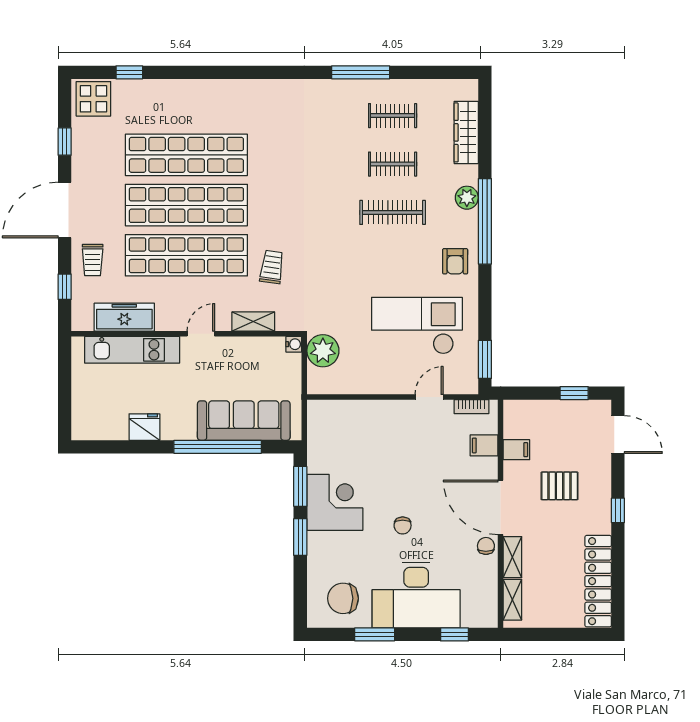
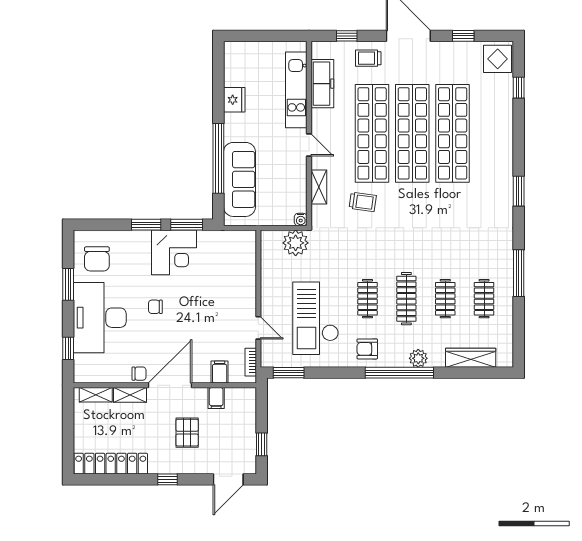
window: (258, 72) -> (519, 191), added
clothes rail: (393, 261) -> (368, 299), added
checkout: (417, 326) -> (316, 318), turned 180
chair: (343, 598) -> (97, 259), turned 180

